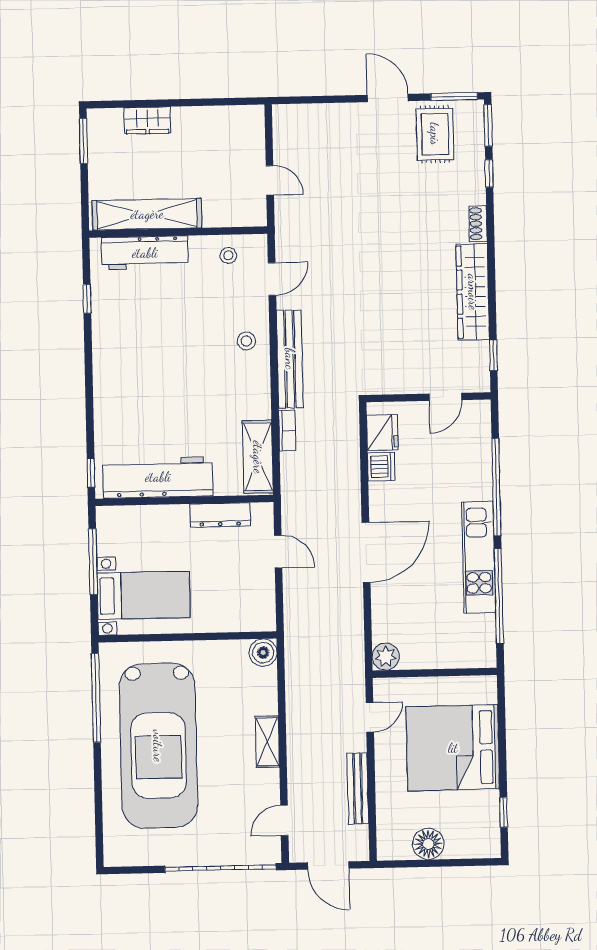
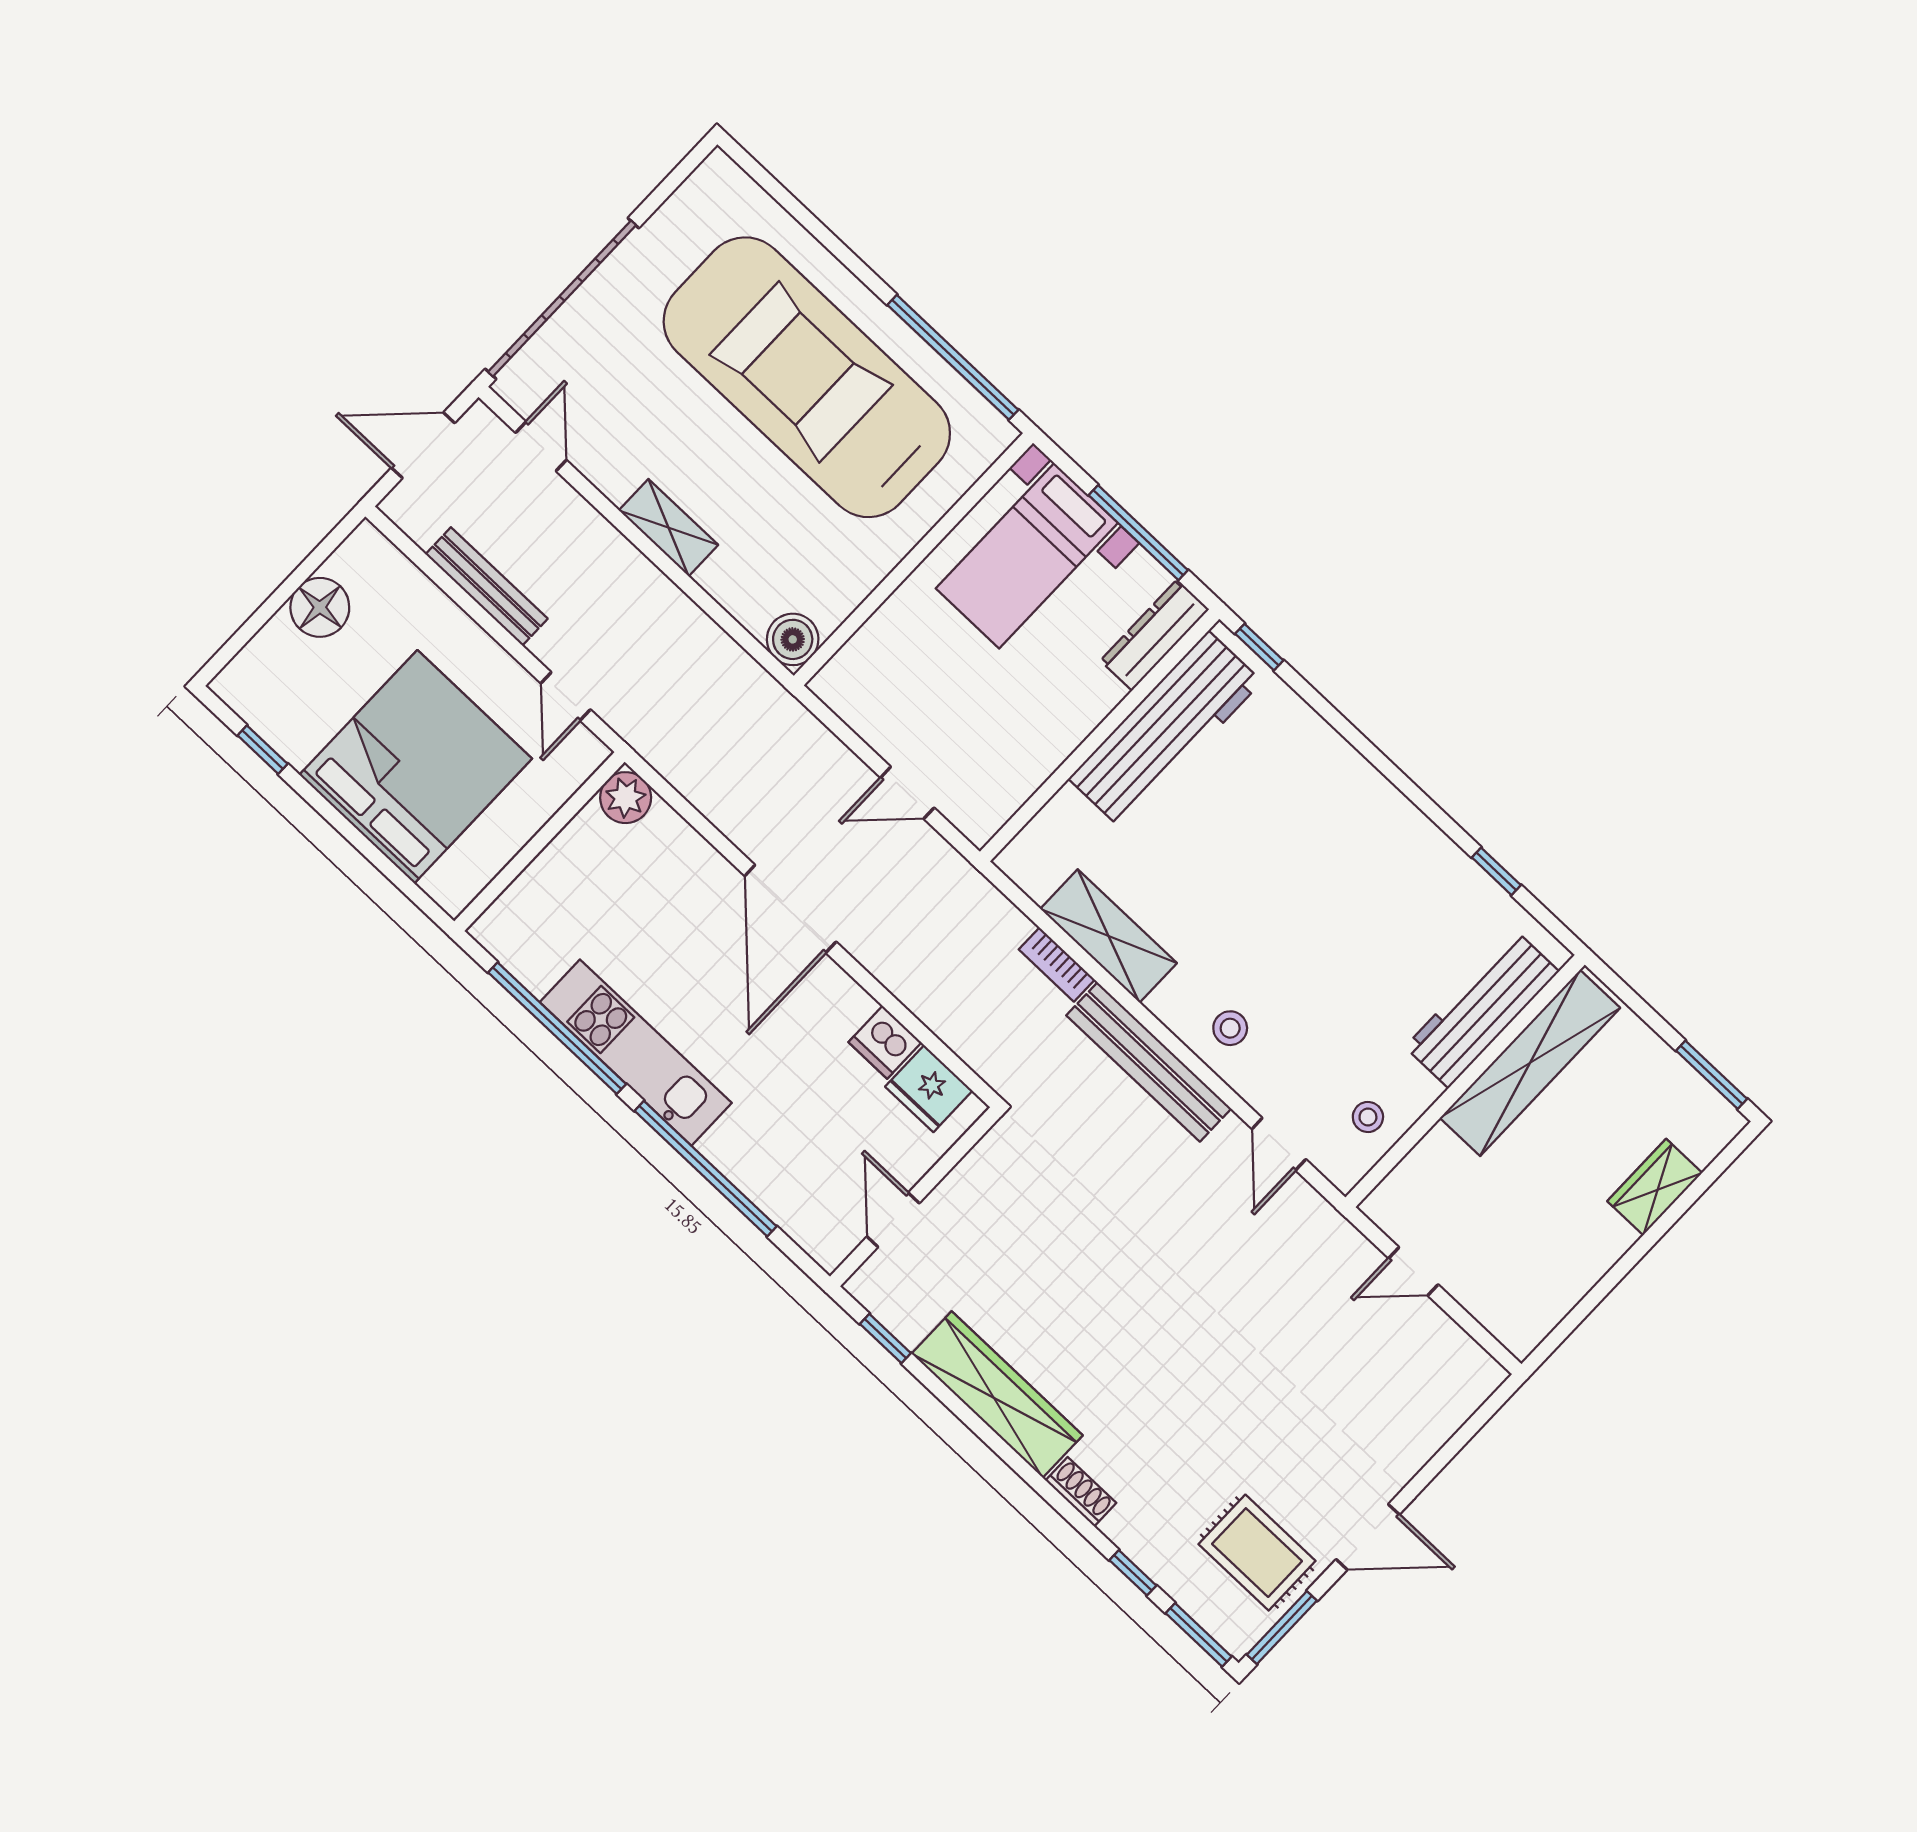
shelving: (258, 457) -> (1109, 936), moved
dresser: (220, 515) -> (1155, 635), moved

